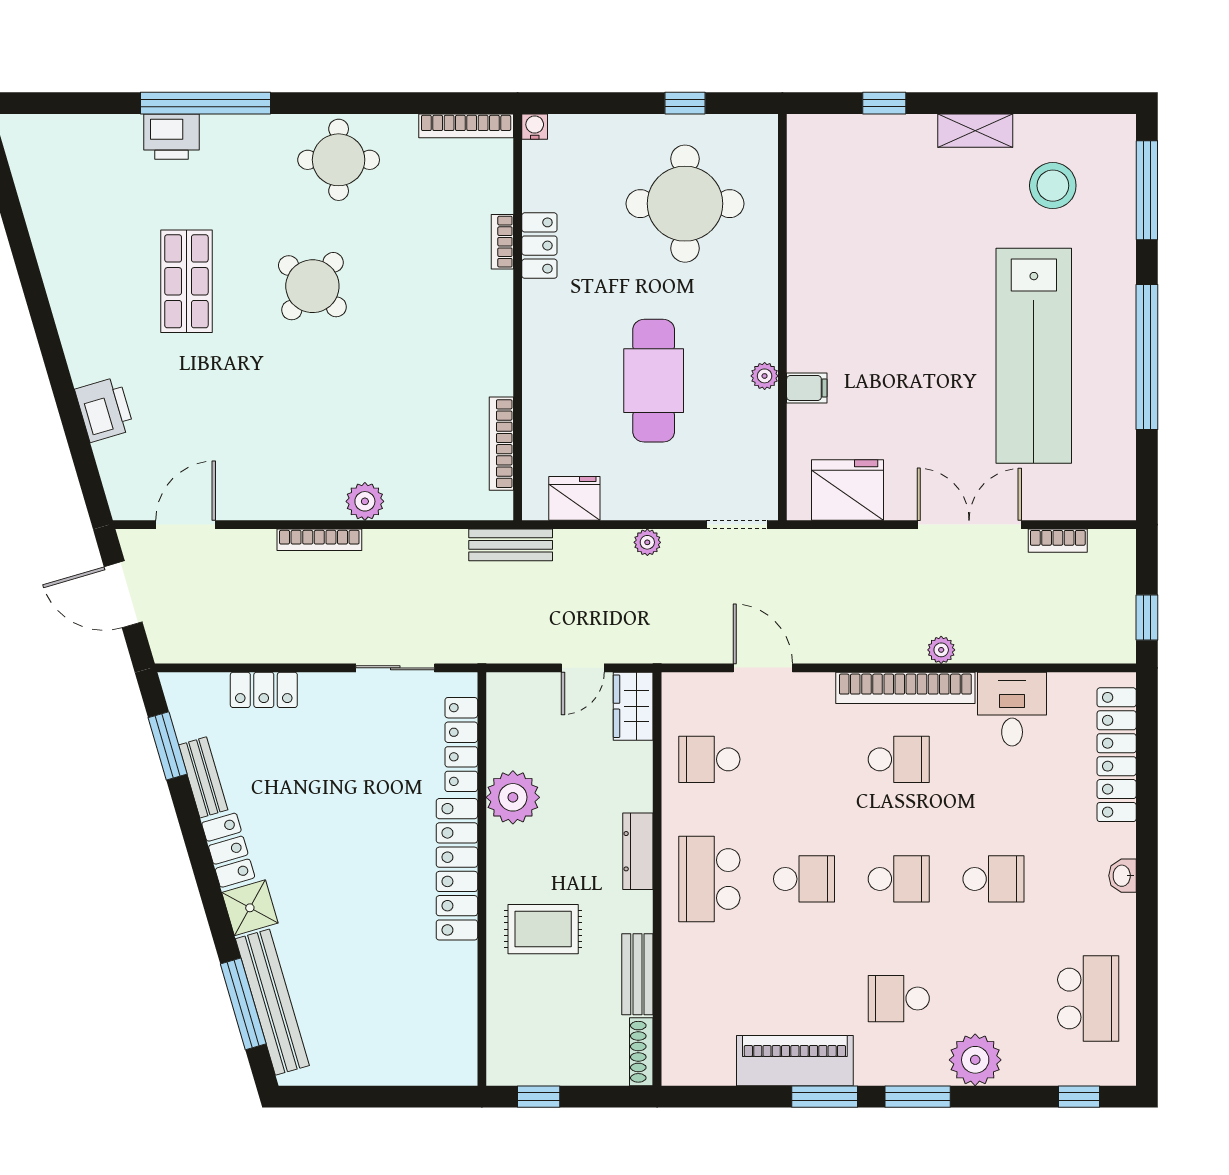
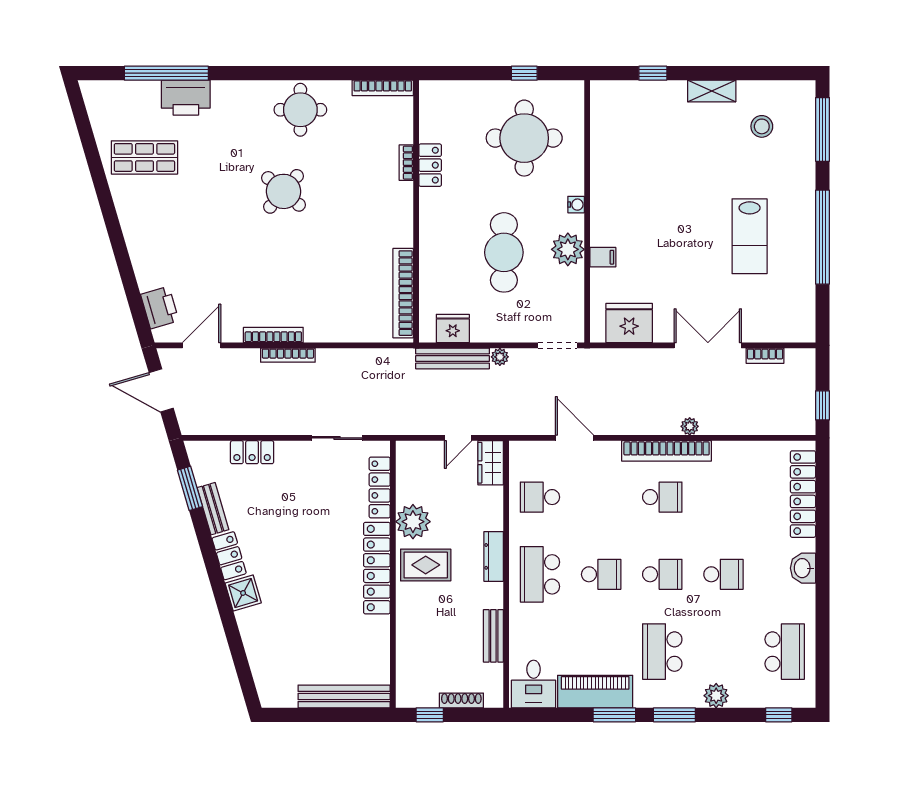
window: (205, 103) -> (166, 73), moved
water cooler: (535, 127) -> (576, 205), moved, turned 90
printer: (172, 137) -> (186, 98), width x1.37, depth x1.19
stool: (1053, 186) -> (762, 126), width x0.73, depth x0.73
shop shelf: (186, 281) -> (144, 157), moved, turned 90
lab bench: (1034, 356) -> (750, 236), width x0.54, depth x0.72
plant: (765, 376) -> (568, 249), width x1.88, depth x1.88
printer: (104, 409) -> (160, 307), moved
bookcase: (501, 444) -> (403, 293), width x1.48, depth x1.31
plant: (365, 501) -> (317, 330), removed
bookcase: (297, 509) -> (273, 335), added
bench: (511, 545) -> (453, 359), moved, width x1.36
desk: (1012, 709) -> (534, 684), moved, turned 180
washbasin: (1123, 876) -> (803, 568), width x1.38, depth x1.45
rug: (543, 929) -> (426, 565), moved
school desk: (899, 999) -> (662, 652), width x1.85
bench: (272, 1002) -> (344, 697), moved, turned -74
window: (243, 1004) -> (239, 655), removed
shoe rack: (641, 1052) -> (461, 700), moved, turned 90
plant: (975, 1060) -> (716, 696), width x0.73, depth x0.73

